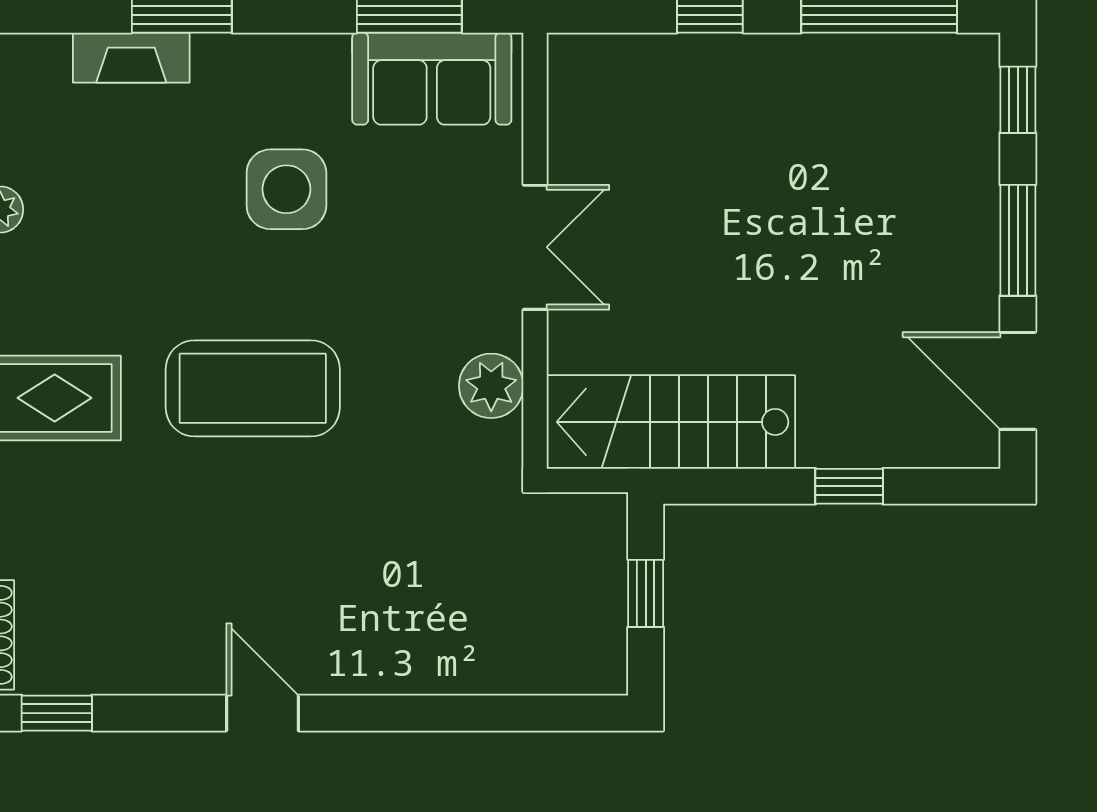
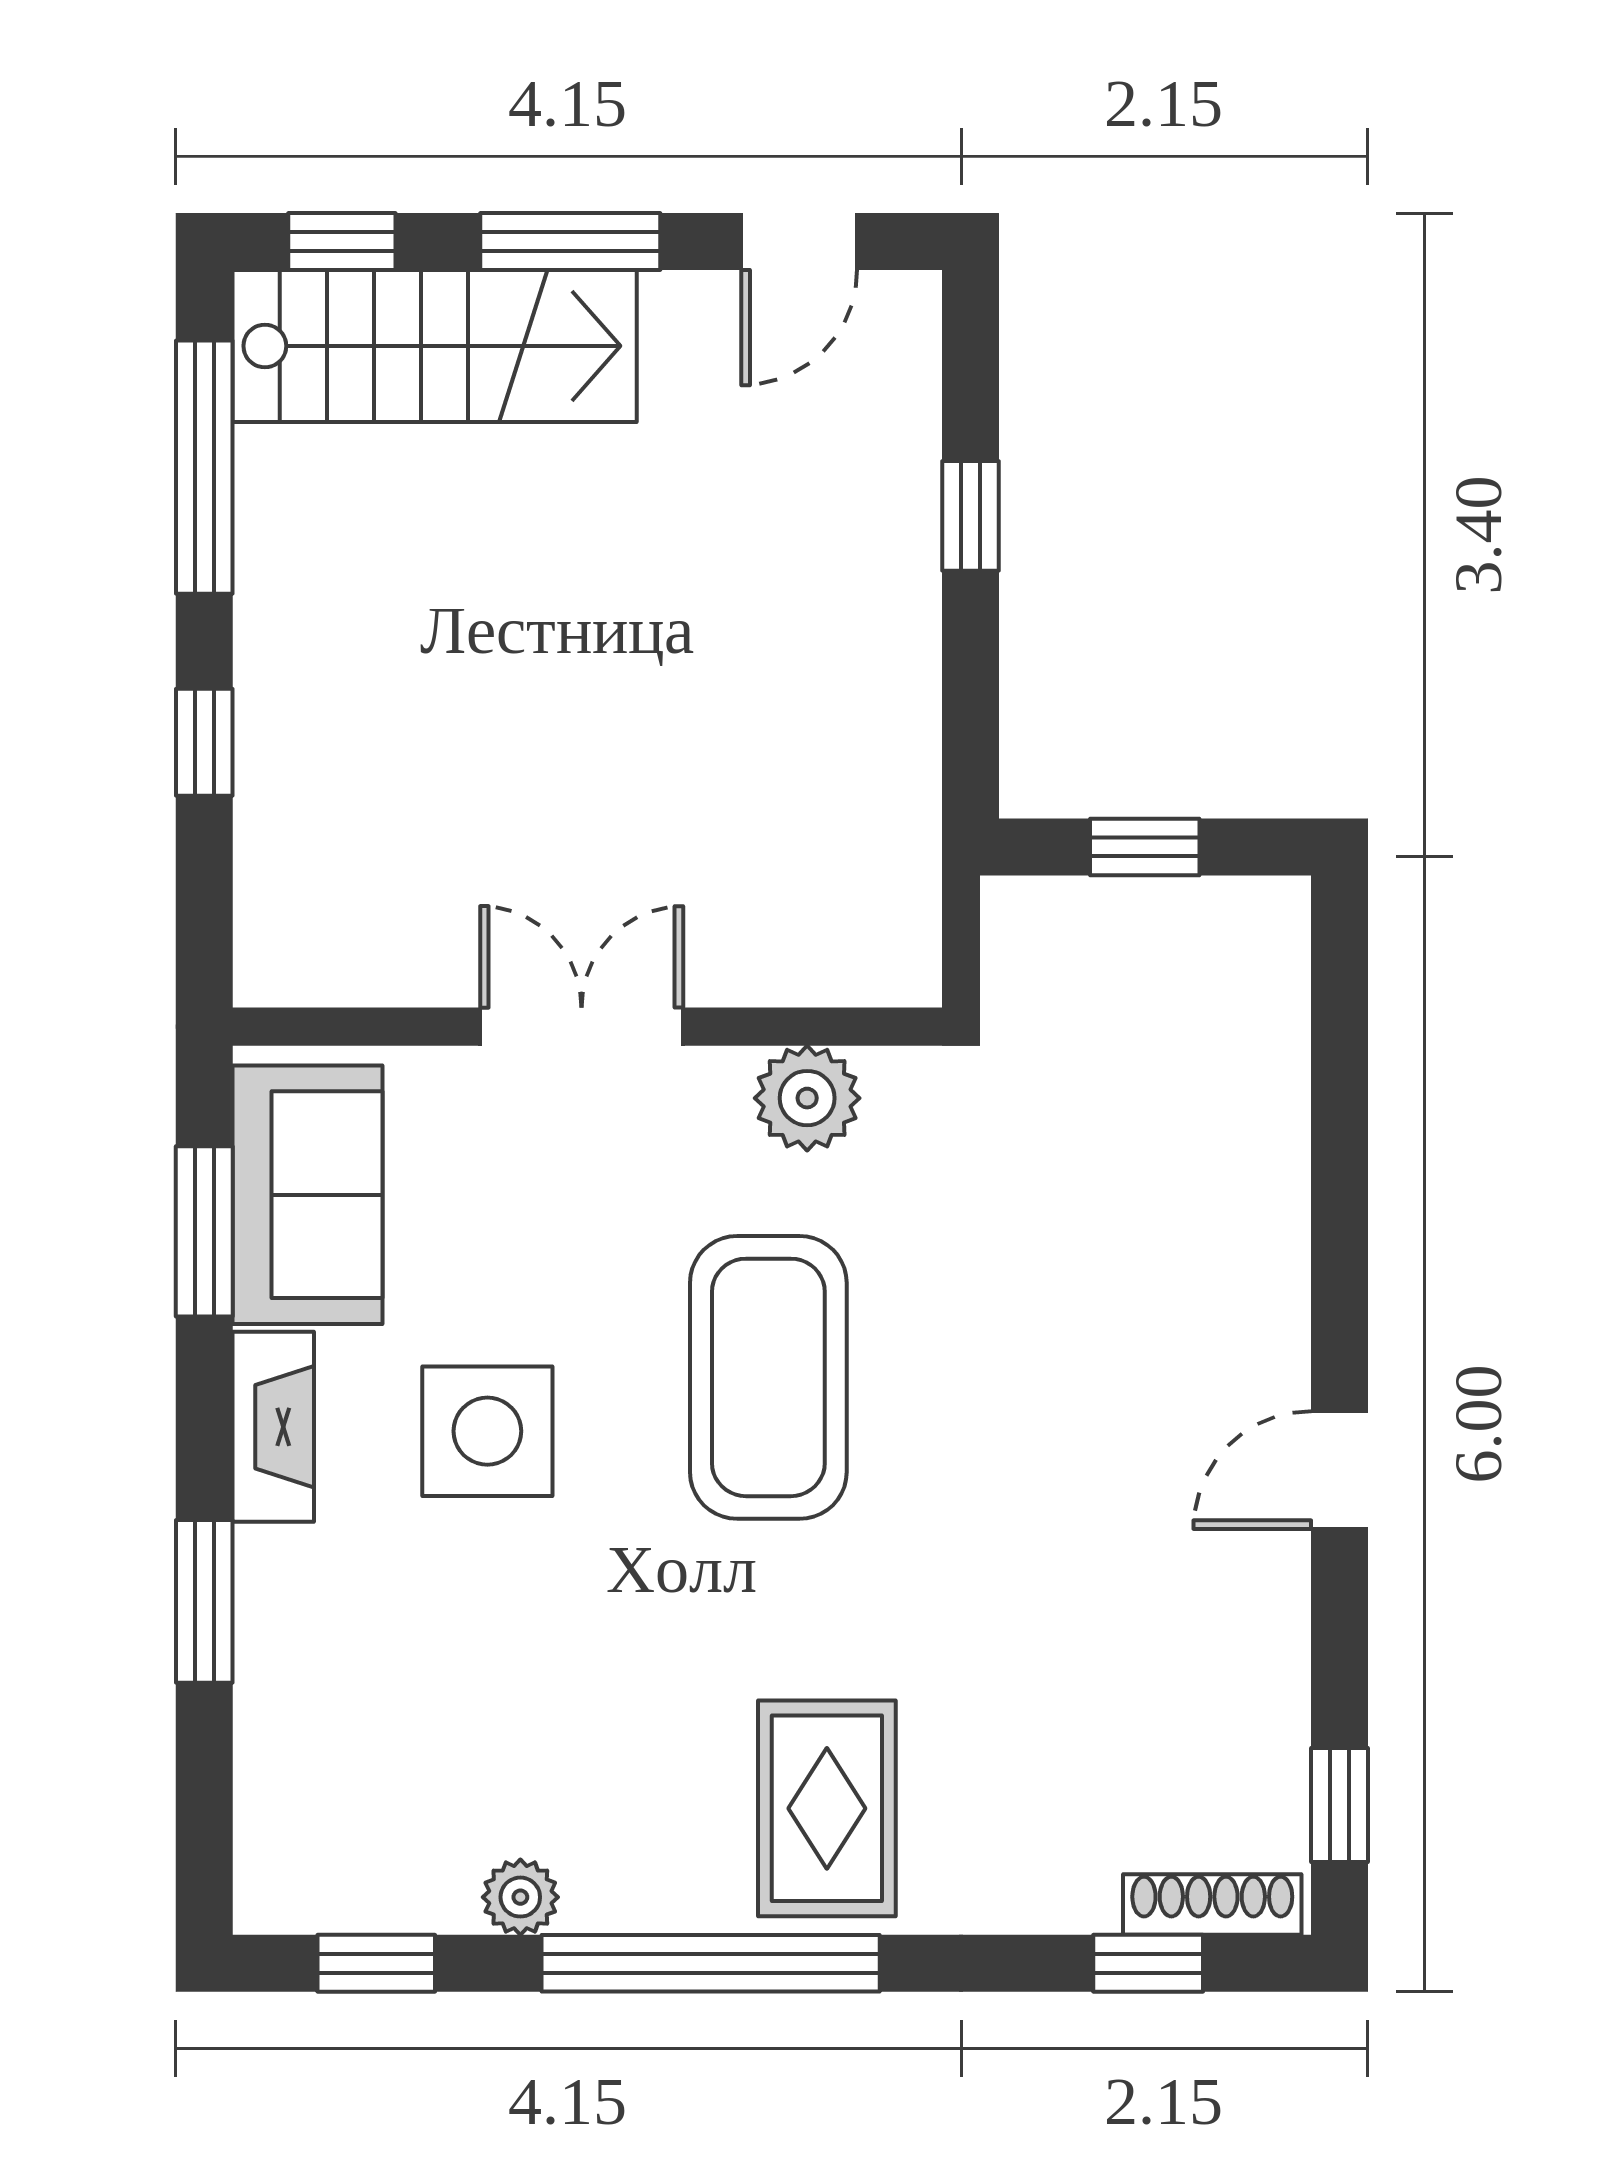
fireplace: (131, 58) -> (273, 1427), moved
door: (1018, 381) -> (799, 241), width x0.73
coffee table: (253, 388) -> (768, 1377), moved
stairs: (671, 422) -> (435, 346), moved, turned -90

